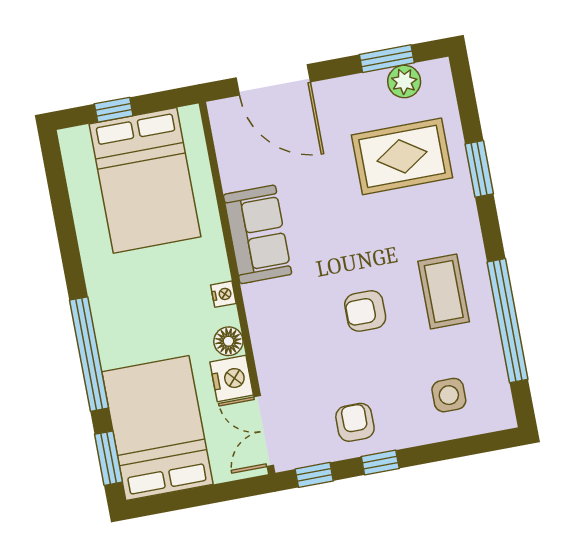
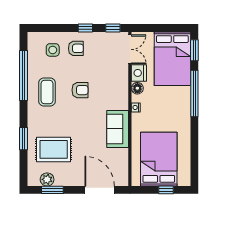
armchair: (355, 422) -> (76, 48), moved, turned -90

